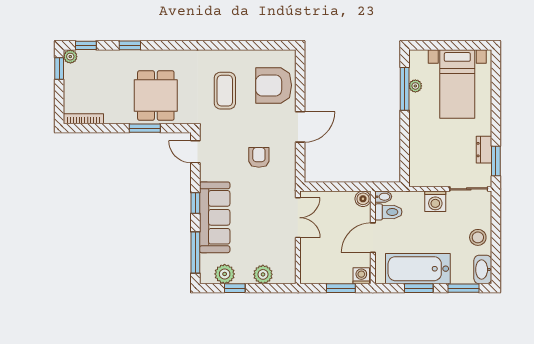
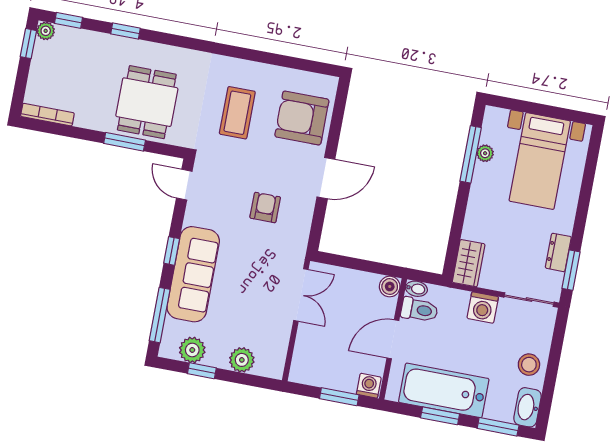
wardrobe: (419, 170) -> (469, 263), added

